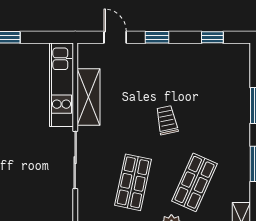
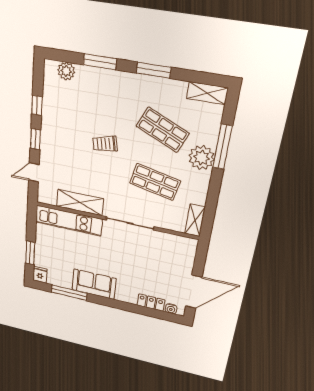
window: (212, 37) -> (37, 105), moved
plant: (240, 69) -> (66, 71), added

